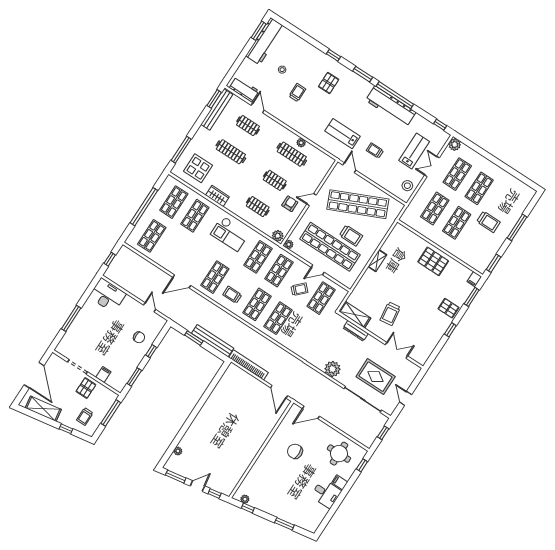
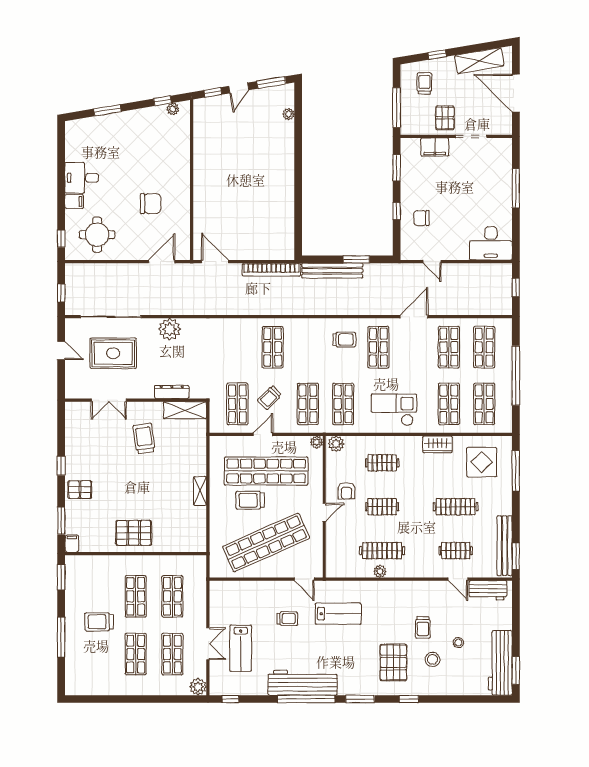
pallet: (329, 83) -> (393, 662), width x1.50, depth x1.42
stool: (407, 186) -> (433, 659), moved
shop shelf: (257, 304) -> (449, 347), moved
filing cabinet: (103, 375) -> (435, 147), width x2.00

